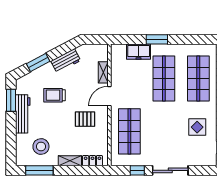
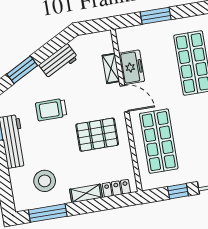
window: (157, 39) -> (156, 16), moved
freezer: (139, 52) -> (132, 67), moved, turned -90
door: (109, 96) -> (124, 99), swing flipped
pallet: (85, 119) -> (97, 135), width x1.50, depth x1.42

